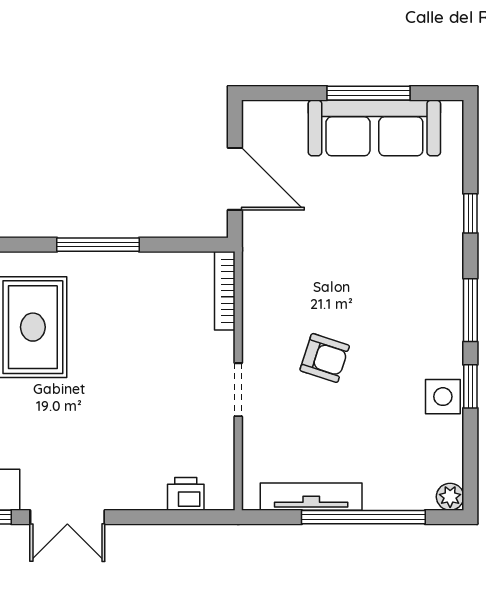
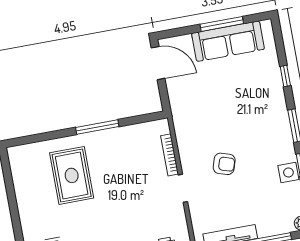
door: (235, 179) -> (158, 63), moved
bookcase: (225, 291) -> (170, 155), moved

